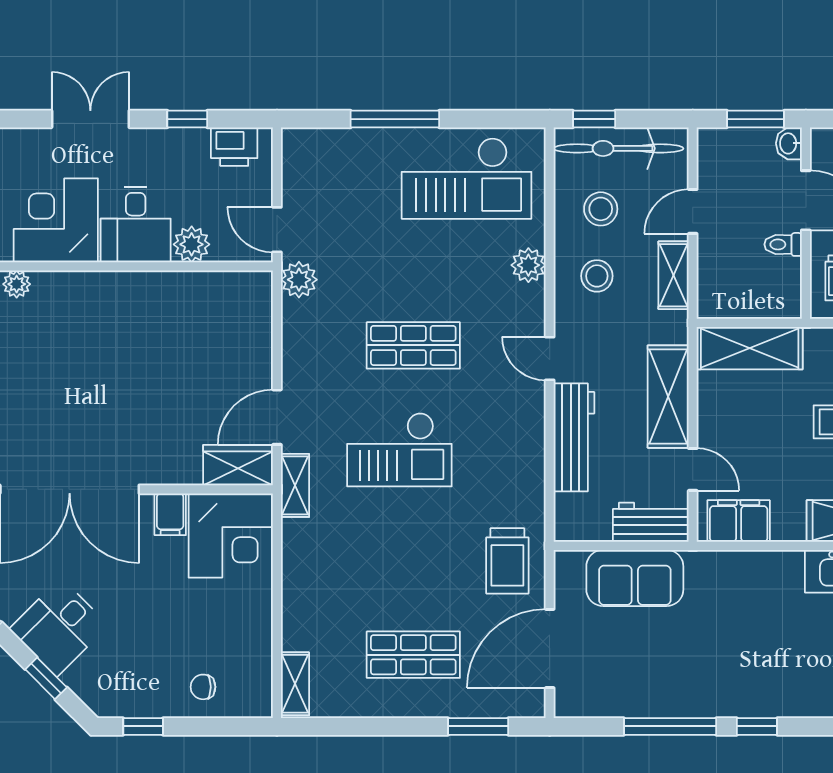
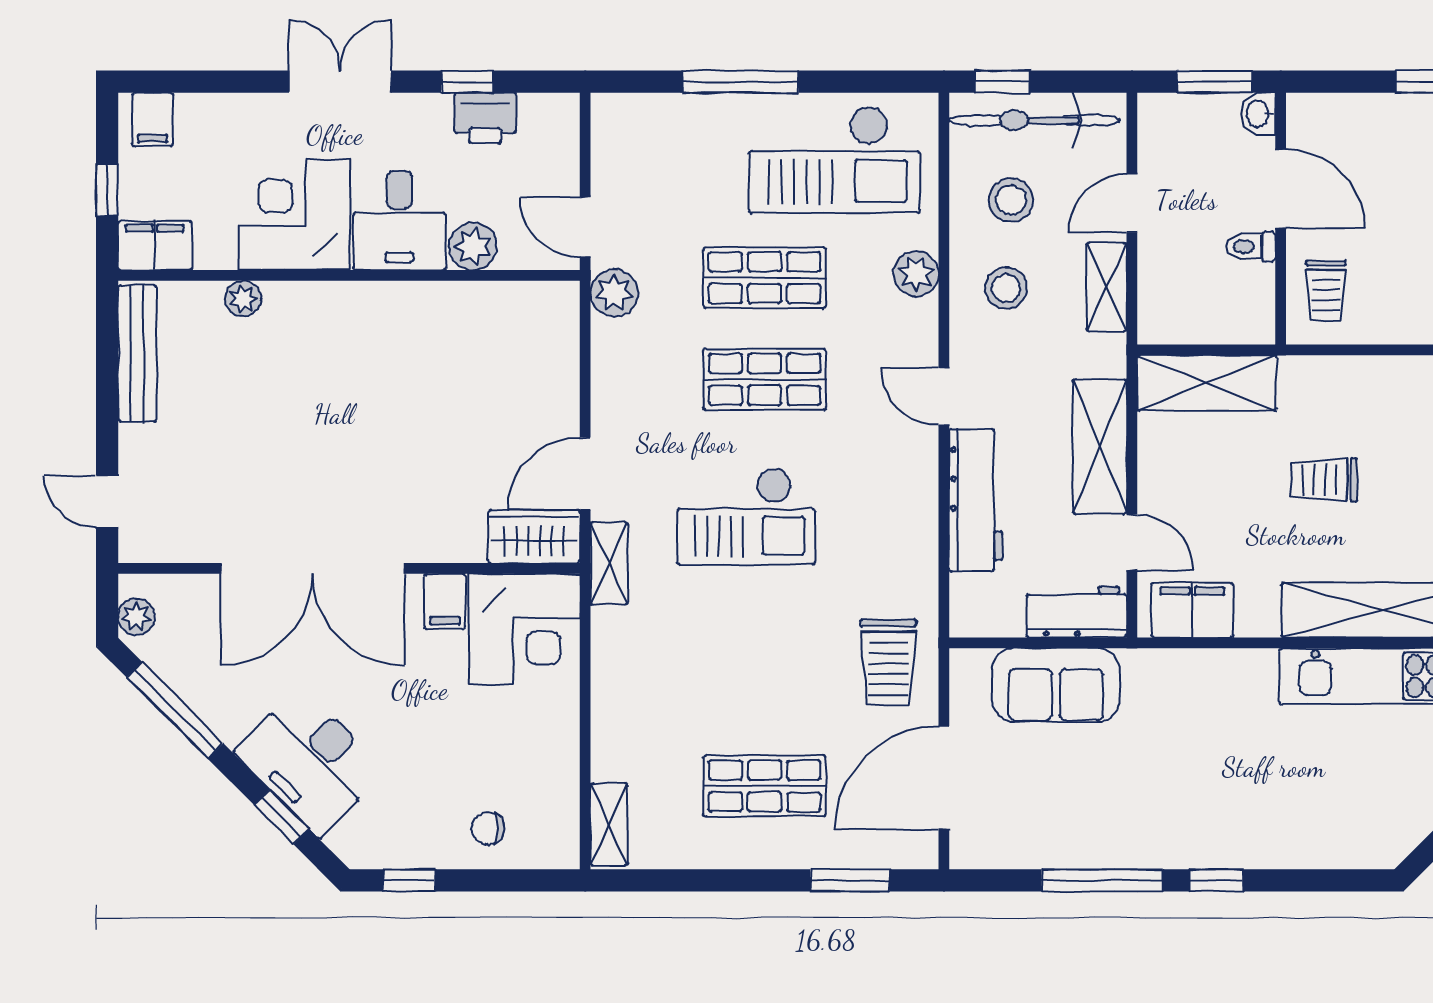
printer: (234, 147) -> (485, 118), moved
shop shelf: (413, 268) -> (765, 278), added
desk: (59, 627) -> (310, 762), width x1.37

